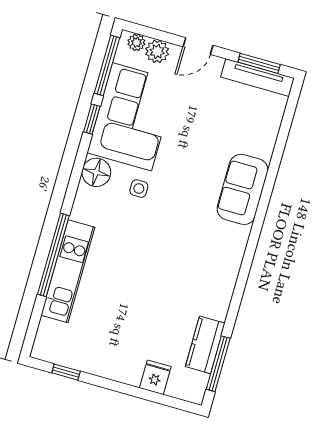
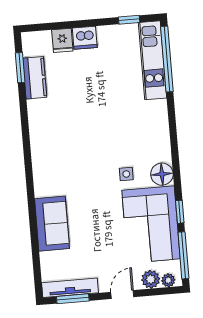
sofa: (243, 189) -> (52, 224), moved
window: (53, 255) -> (167, 59), moved
kitchen unit: (68, 271) -> (153, 60), moved
window: (218, 364) -> (20, 68), width x0.69
dishwasher: (127, 370) -> (85, 38), added

